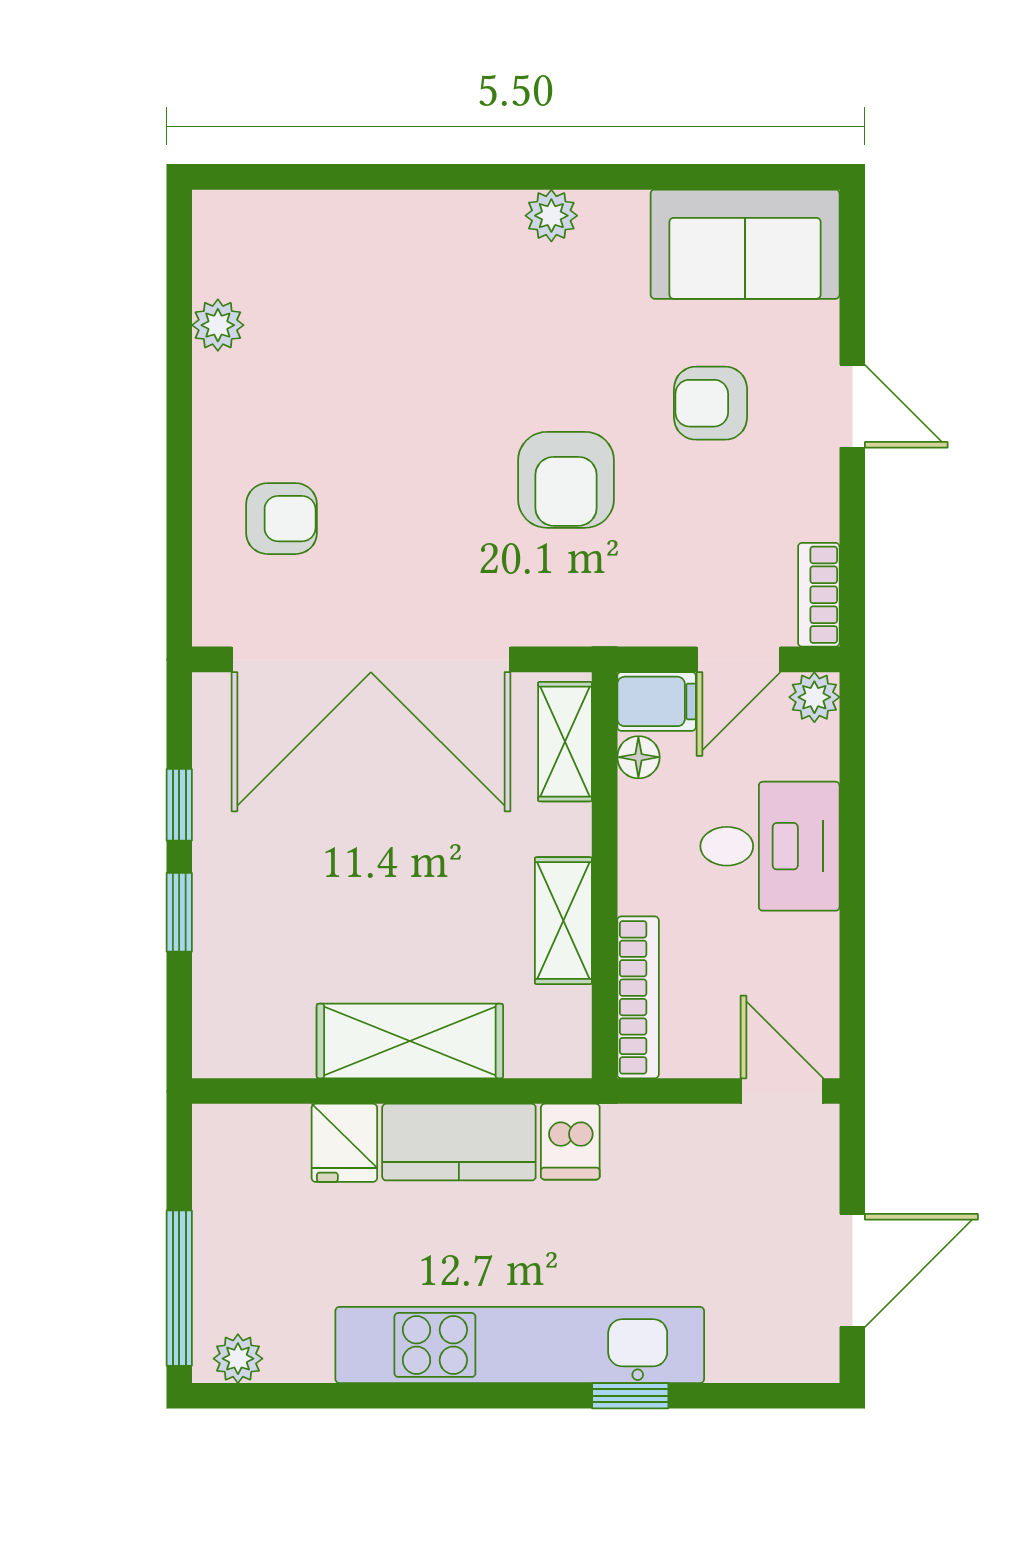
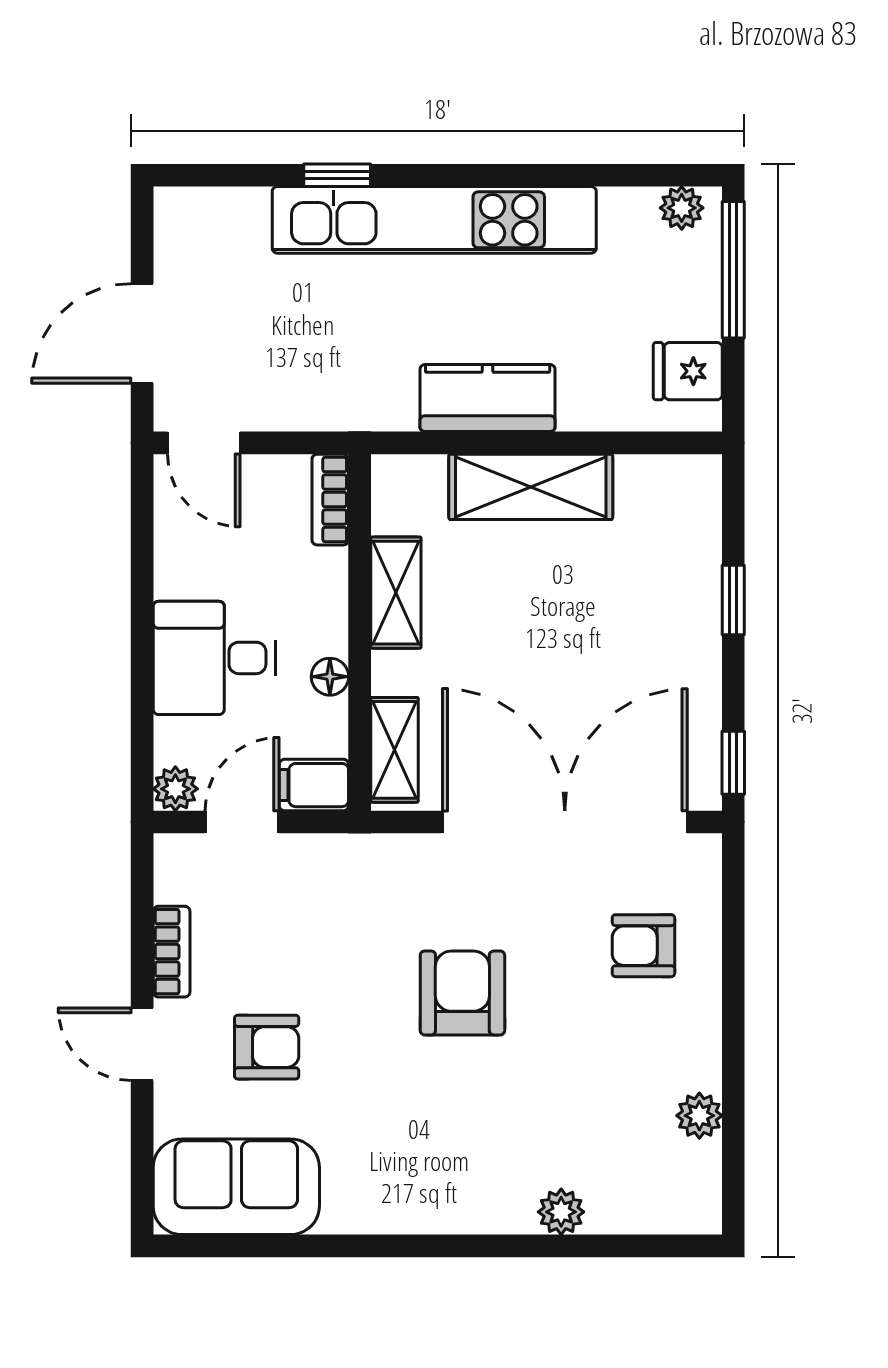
plant: (551, 216) -> (561, 1212), moved
armchair: (566, 480) -> (462, 993), moved
bookcase: (819, 595) -> (172, 952), moved
floor lamp: (638, 757) -> (330, 677), moved
window: (179, 805) -> (733, 763), moved
bookcase: (638, 997) -> (330, 500), width x0.64
dishwasher: (570, 1142) -> (390, 398), removed
fridge: (344, 1143) -> (688, 371), moved, turned -90
door: (852, 1271) -> (142, 333), moved

